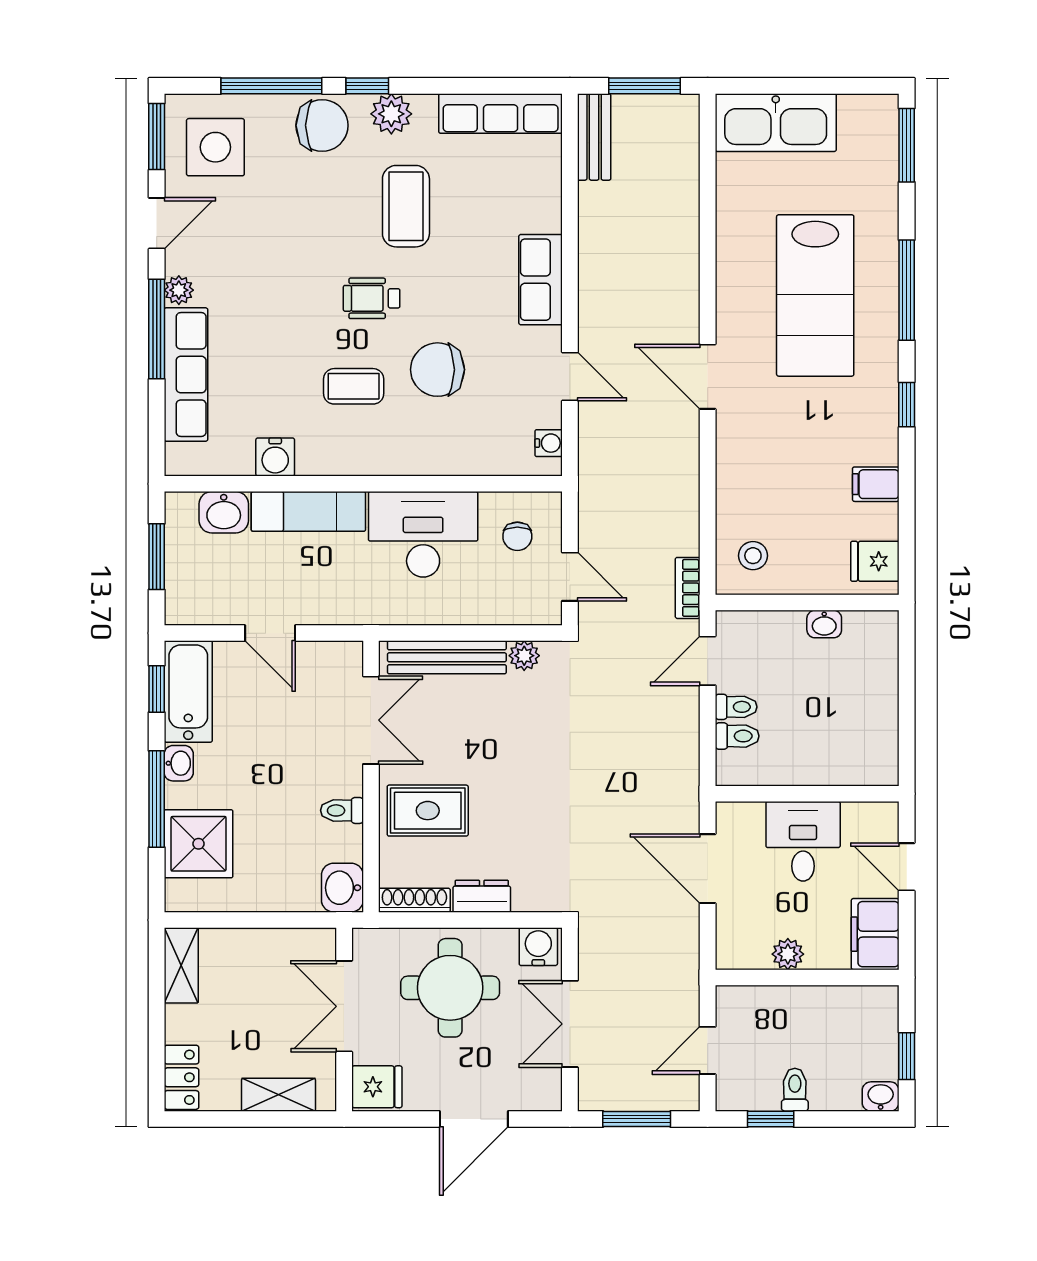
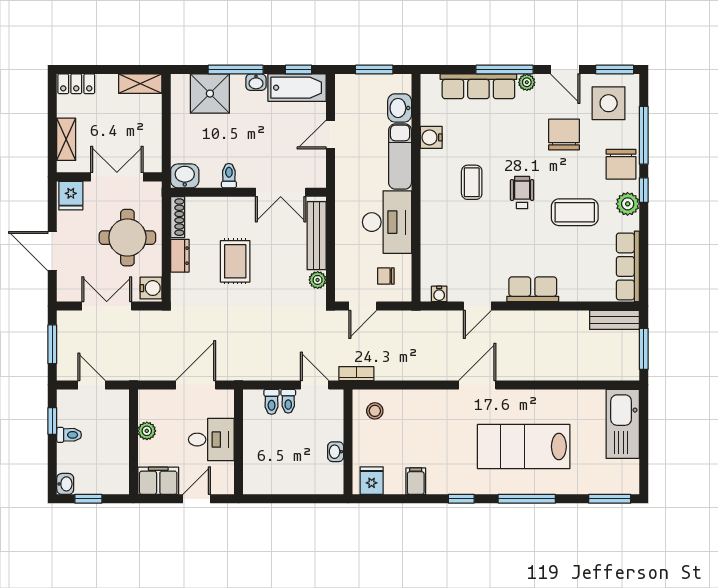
chair: (437, 370) -> (564, 135), moved
rug: (428, 811) -> (235, 261), moved

